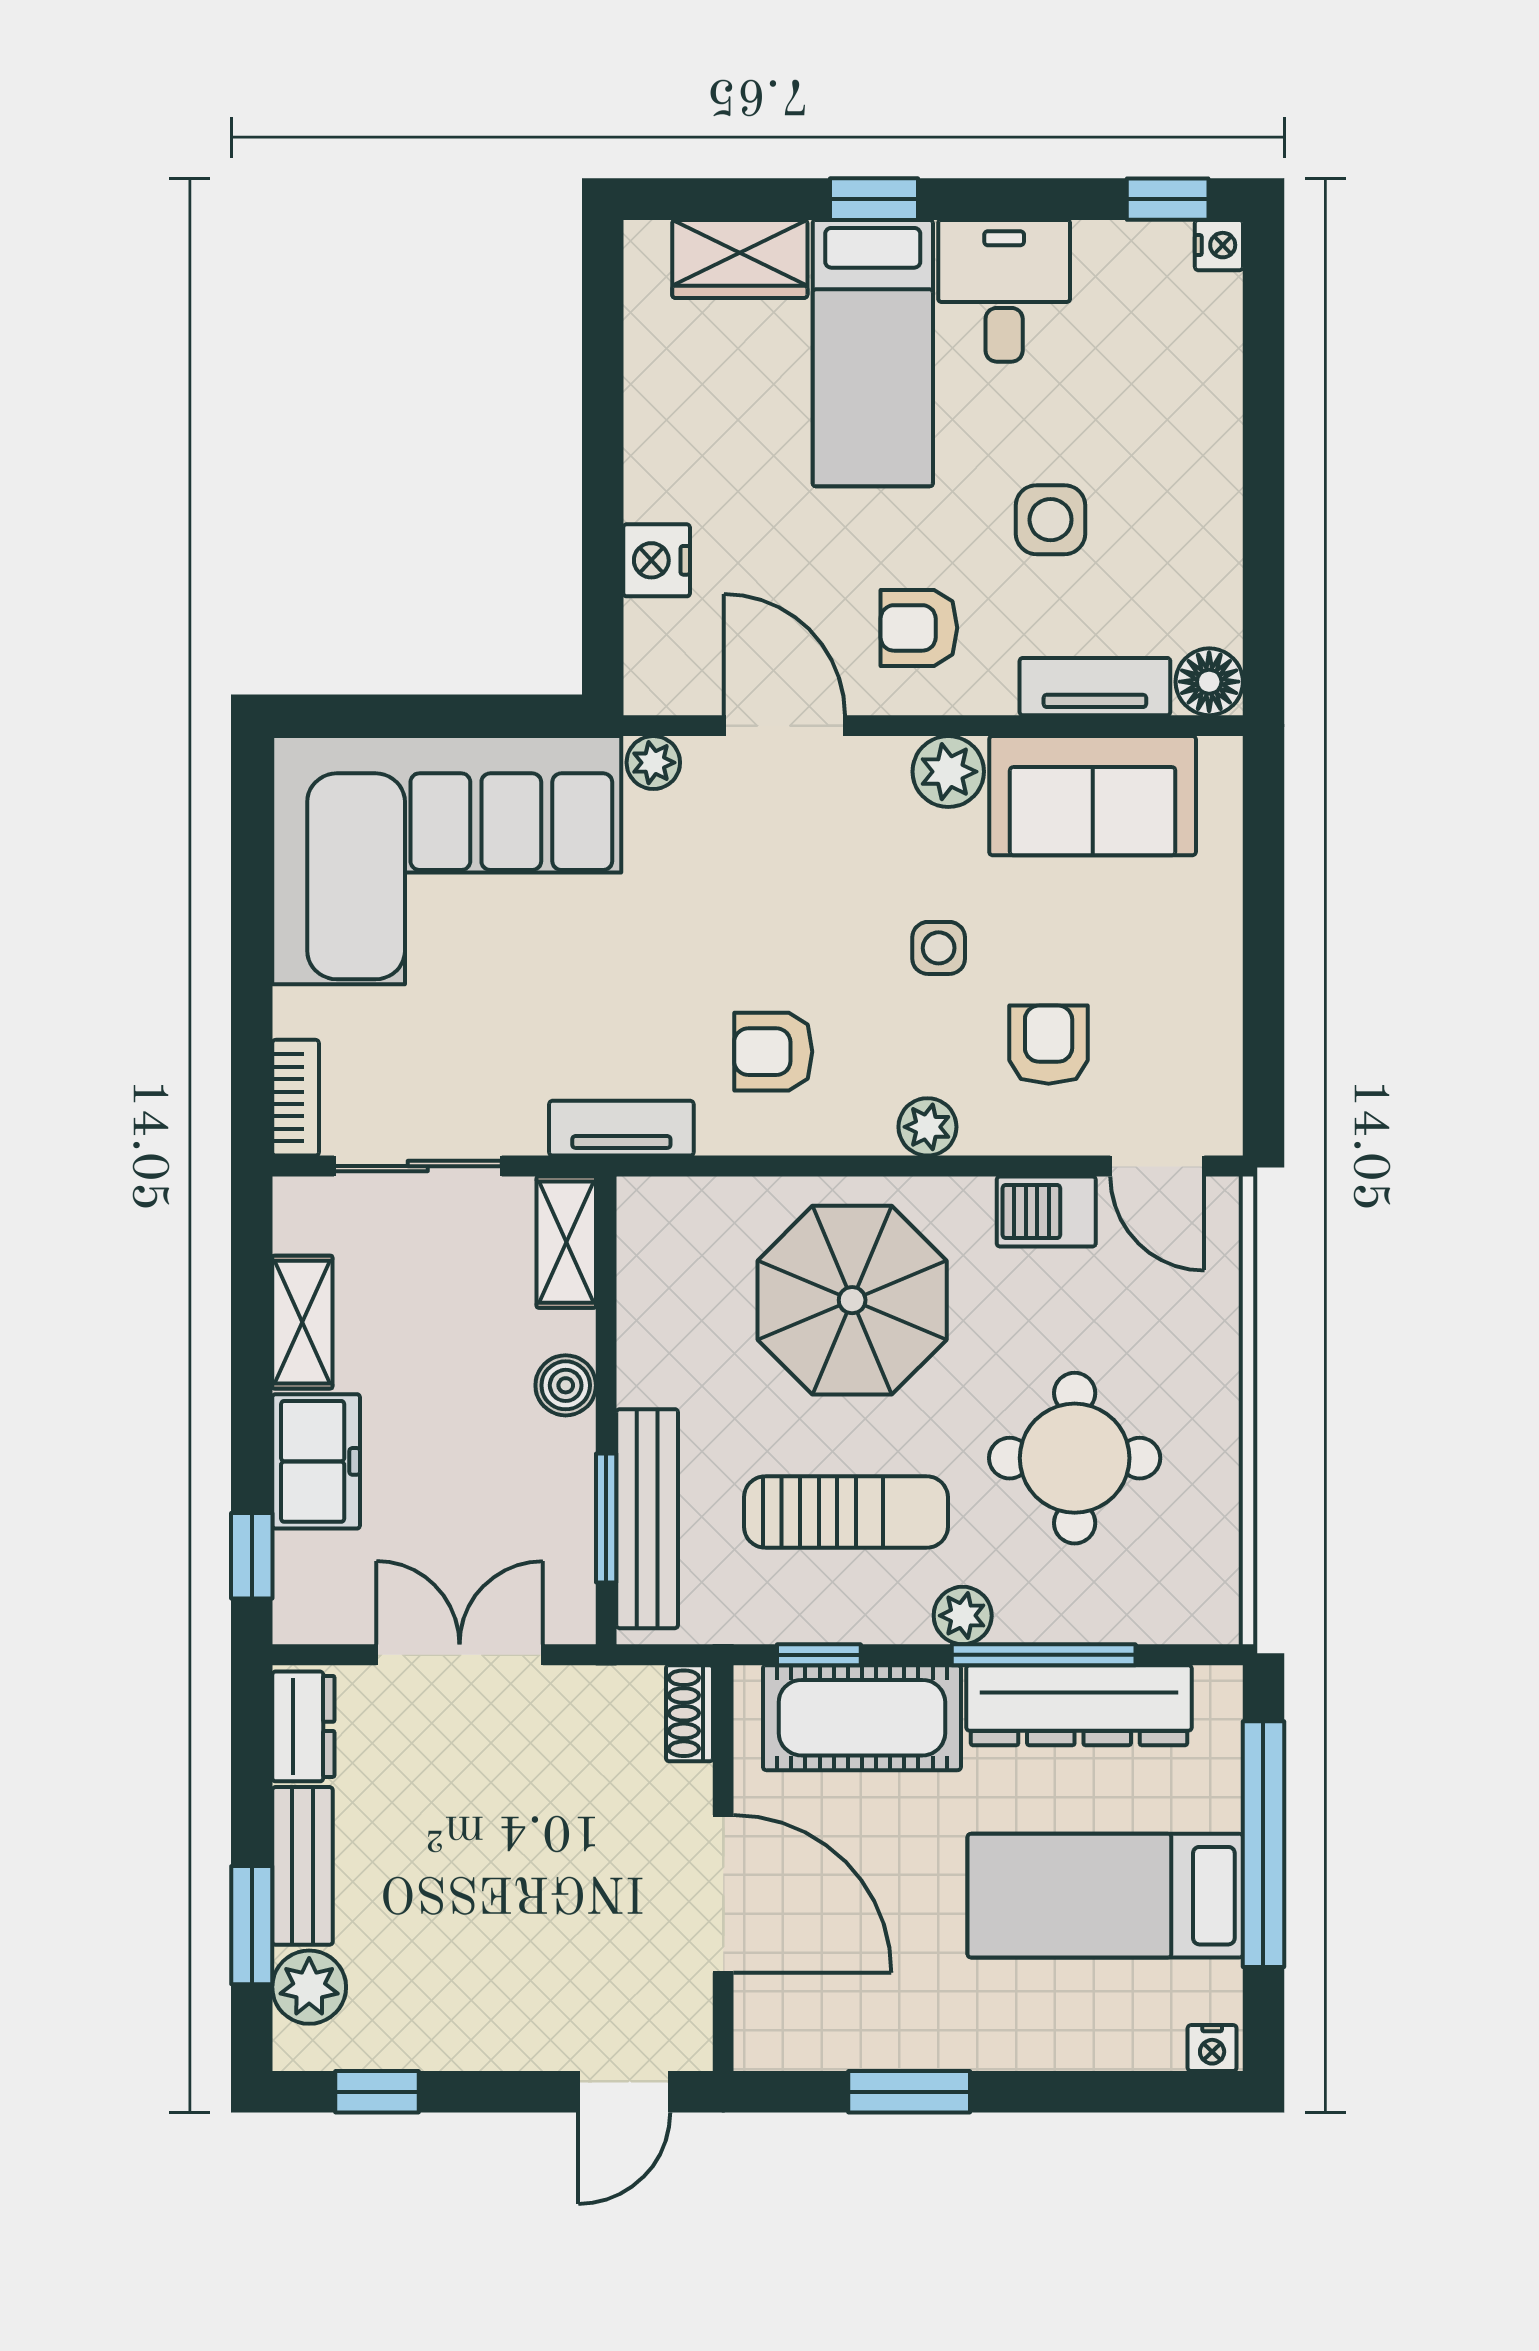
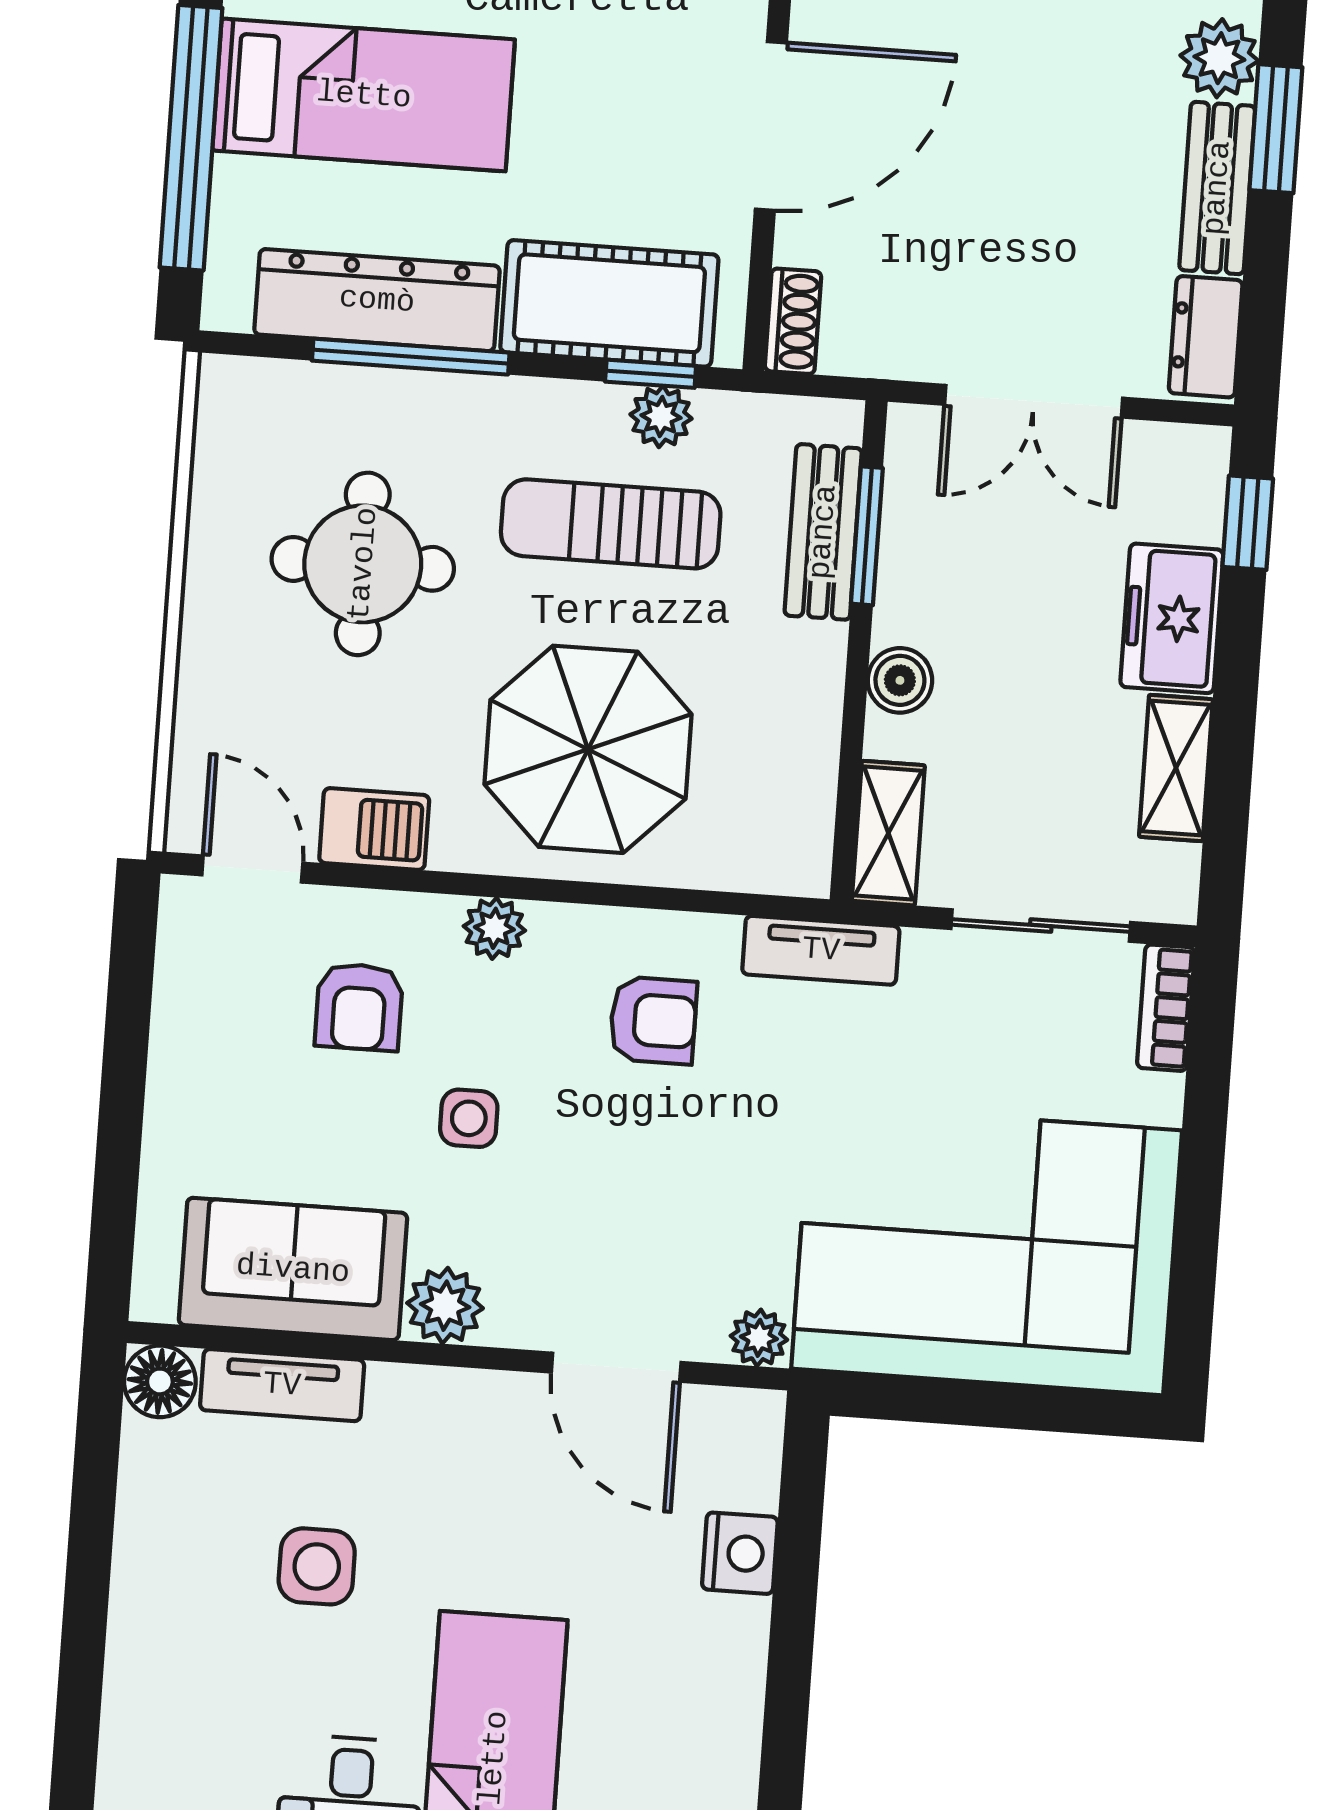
armchair: (919, 628) -> (465, 1461), removed
bench: (647, 1519) -> (823, 532), width x0.73
plant: (963, 1616) -> (661, 417), moved
door: (723, 1894) -> (771, 126), swing flipped

